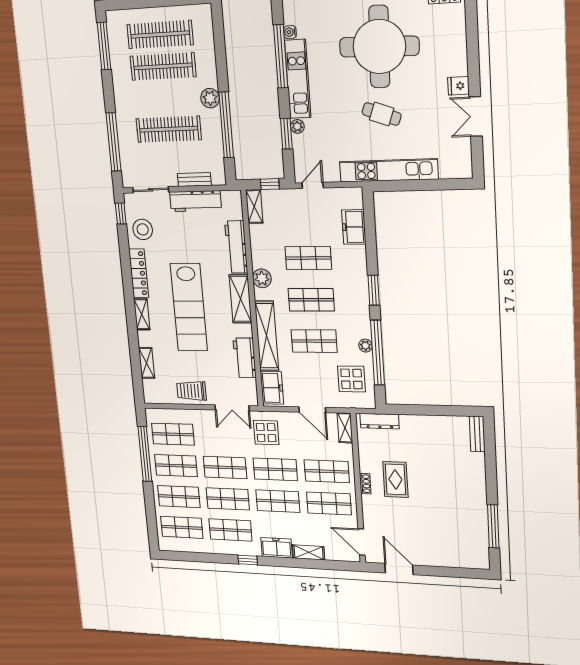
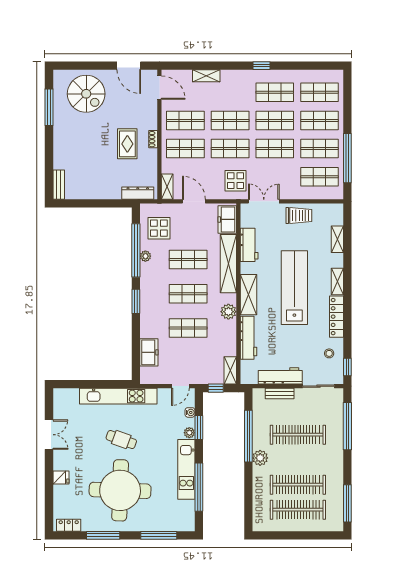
water cooler: (290, 32) -> (190, 412), moved
fridge: (459, 86) -> (61, 478), moved
stool: (143, 229) -> (329, 353), width x0.53, depth x0.53
spiral stairs: (448, 540) -> (86, 94), added
freezer: (277, 548) -> (234, 78), removed

